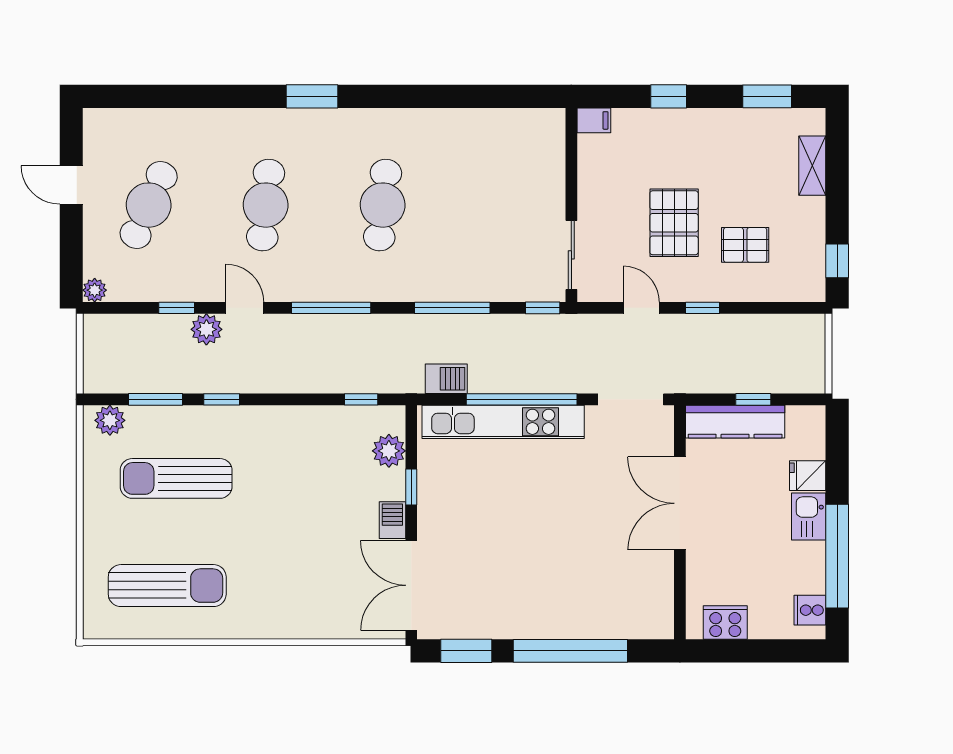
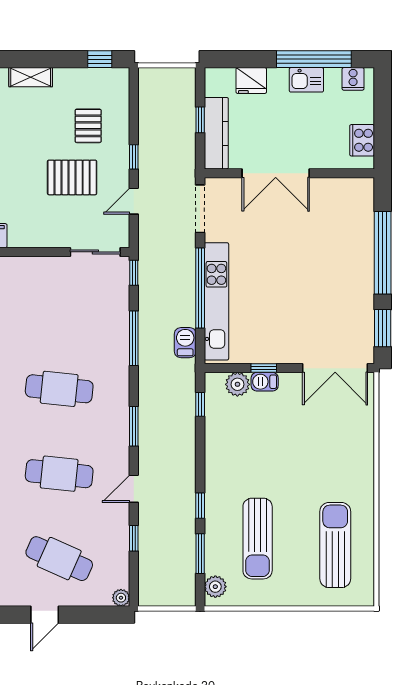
window: (331, 308) -> (134, 426), width x0.69
plant: (206, 329) -> (149, 517), removed
fridge: (808, 476) -> (251, 80), width x1.38
kitchen sink: (809, 516) -> (306, 80), moved
barbecue: (392, 520) -> (265, 382), moved

